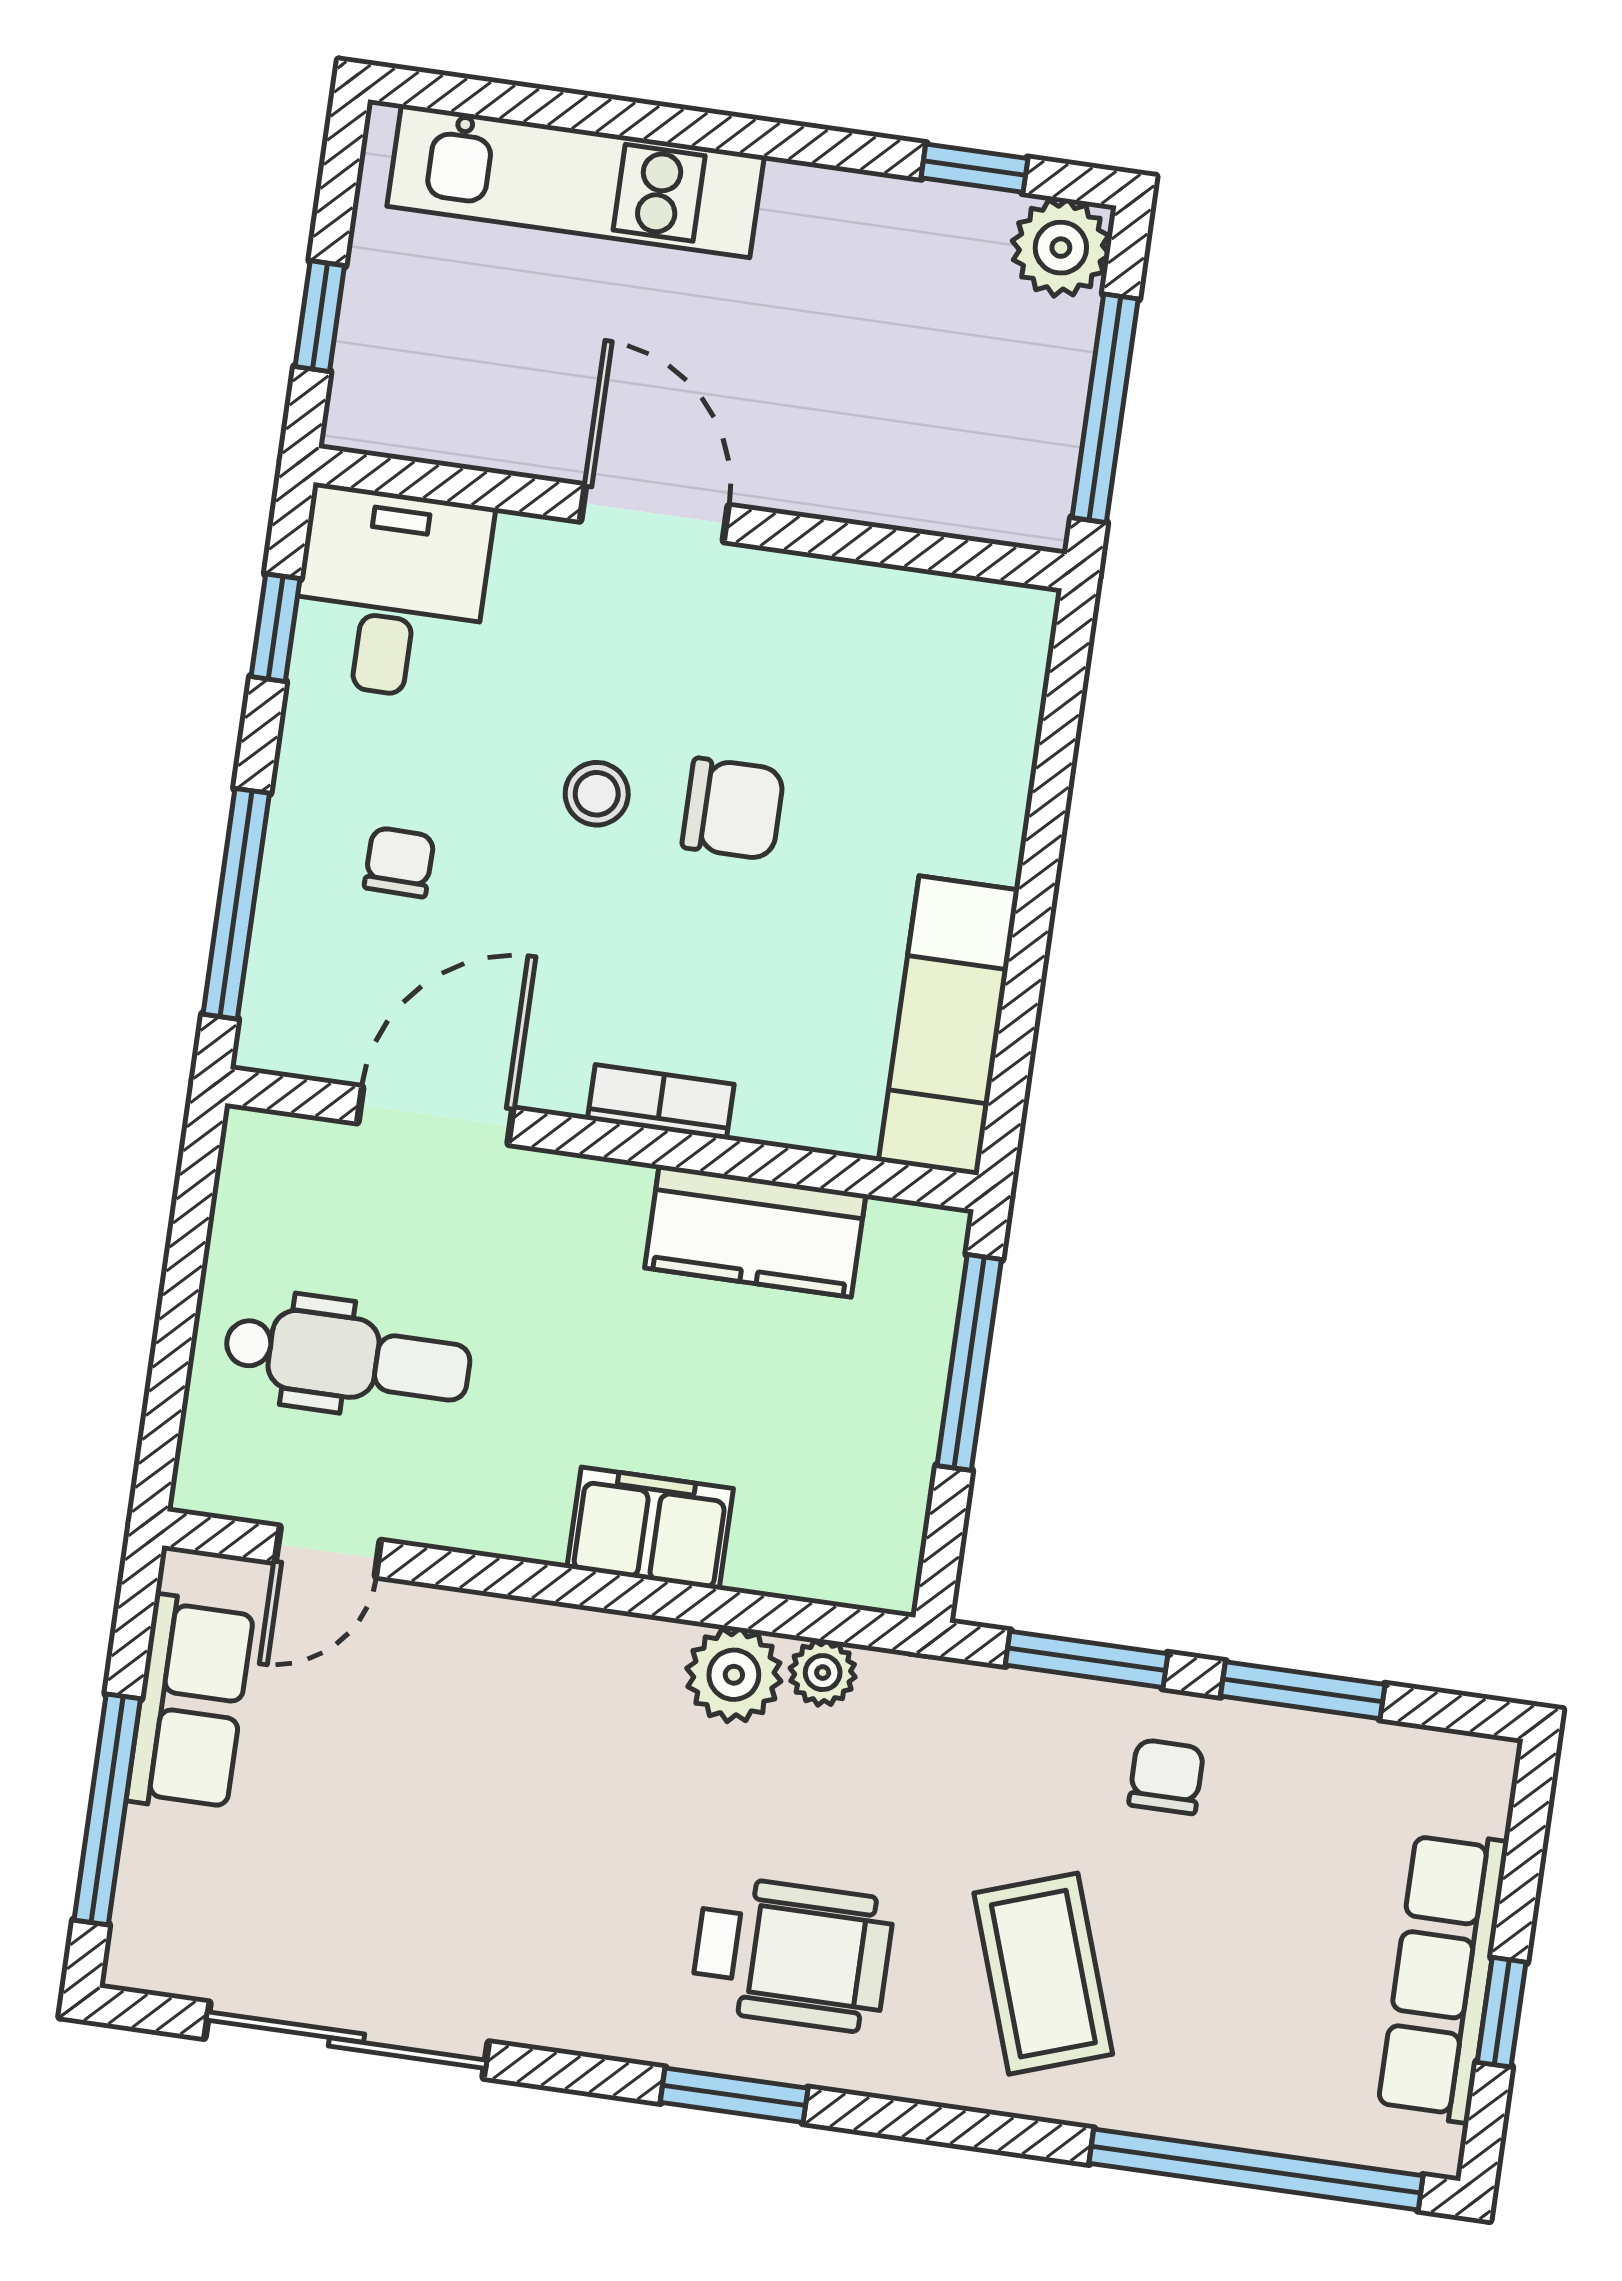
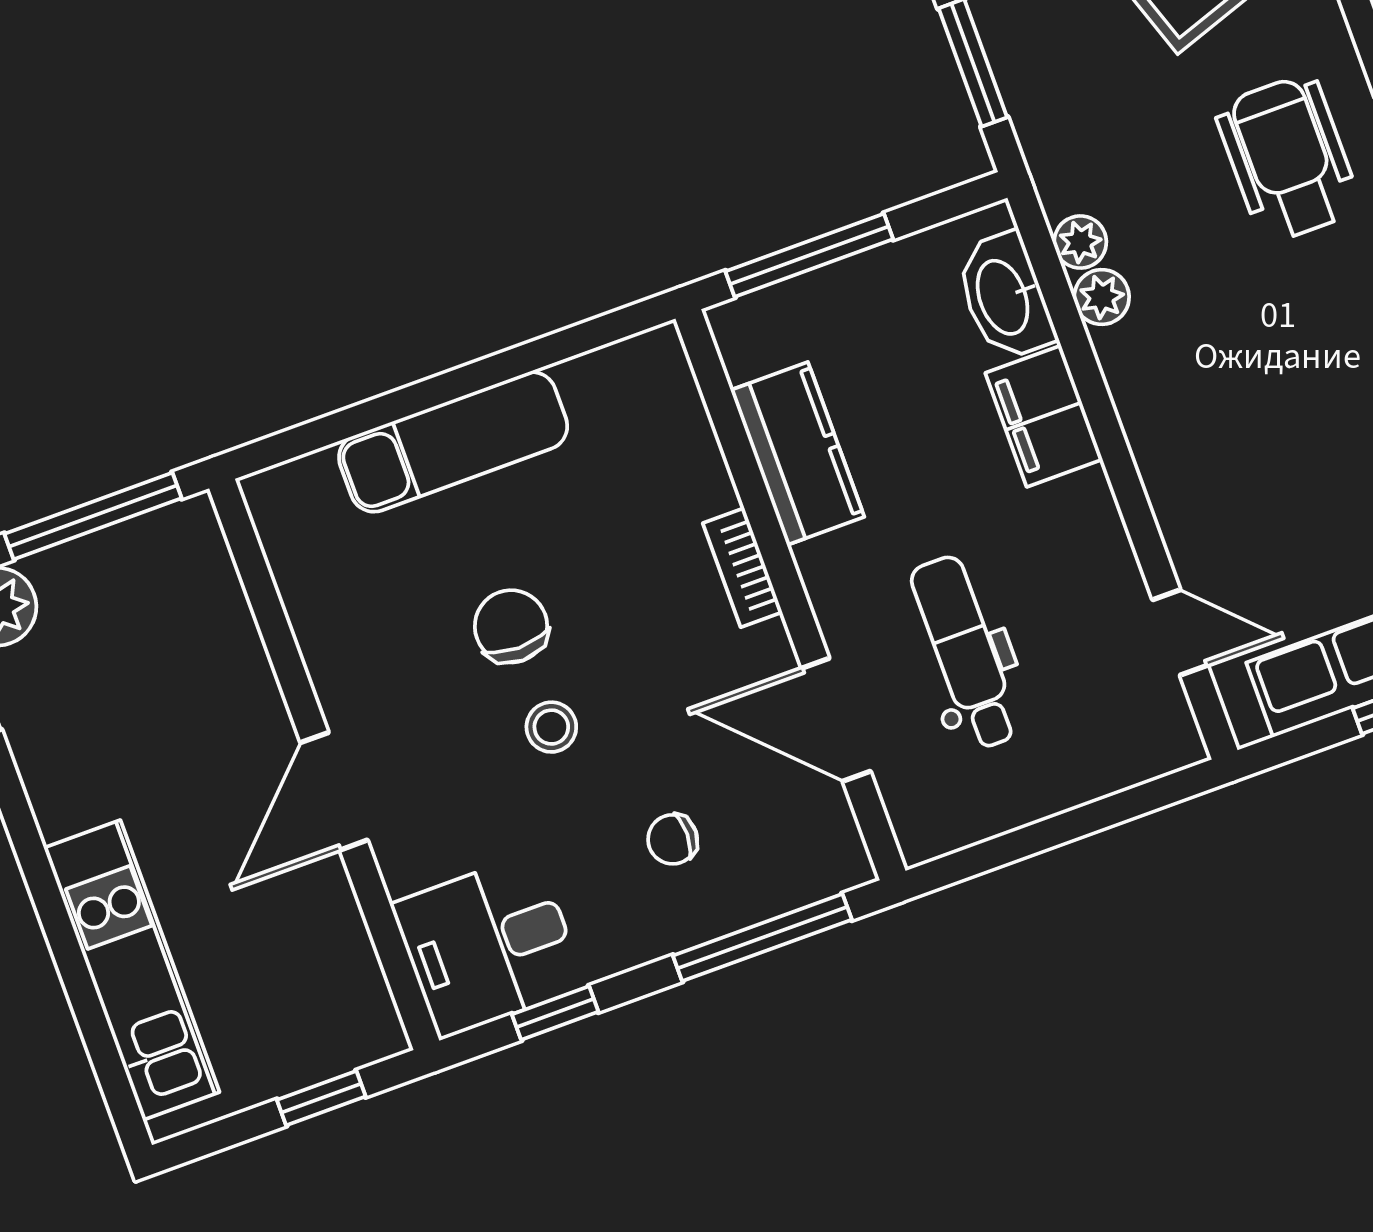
exam couch: (949, 1026) -> (453, 442), moved
dental chair: (348, 1357) -> (965, 652), moved
washbasin: (807, 1556) -> (1005, 297), added
plant: (734, 1675) -> (1102, 297), width x0.73, depth x0.73

